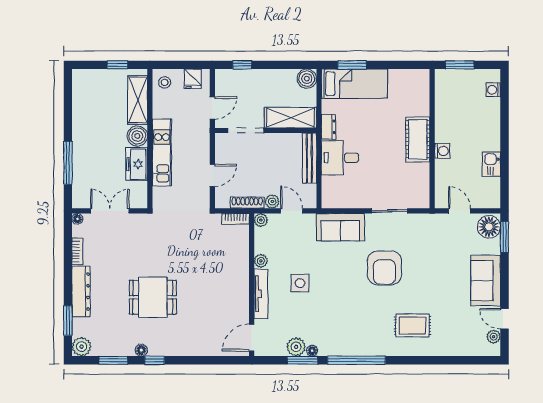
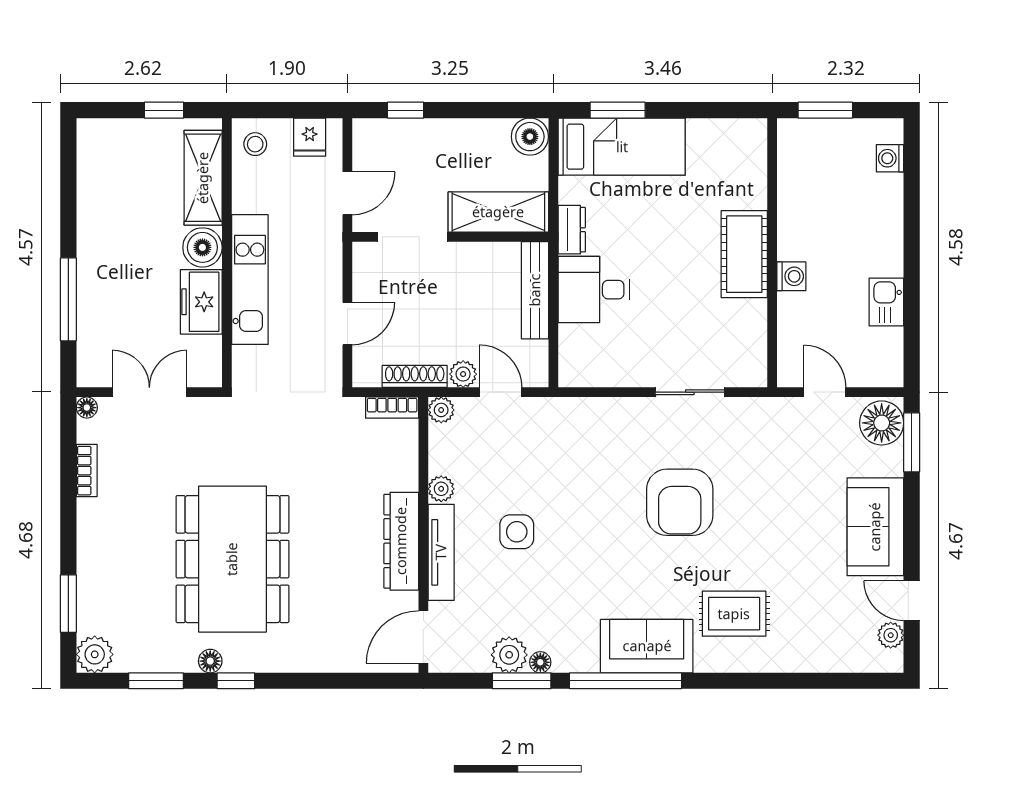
sofa: (340, 227) -> (647, 646), moved, turned 180
dresser: (81, 292) -> (401, 541), moved, turned 180
dining table: (153, 297) -> (232, 559), width x1.88, depth x1.24

